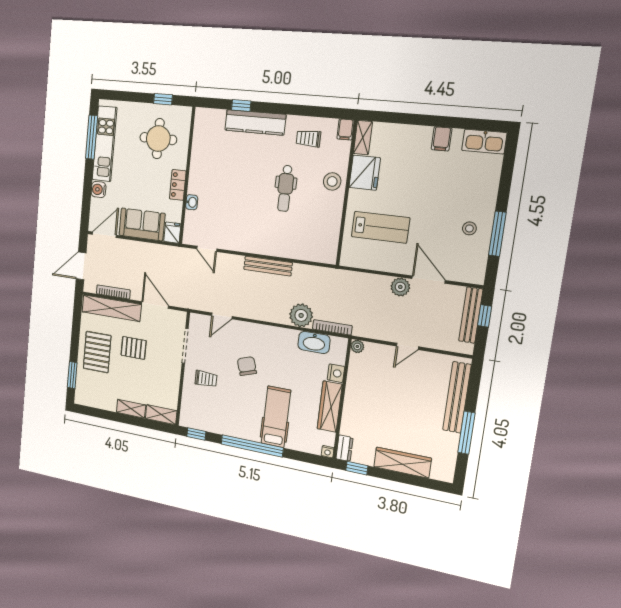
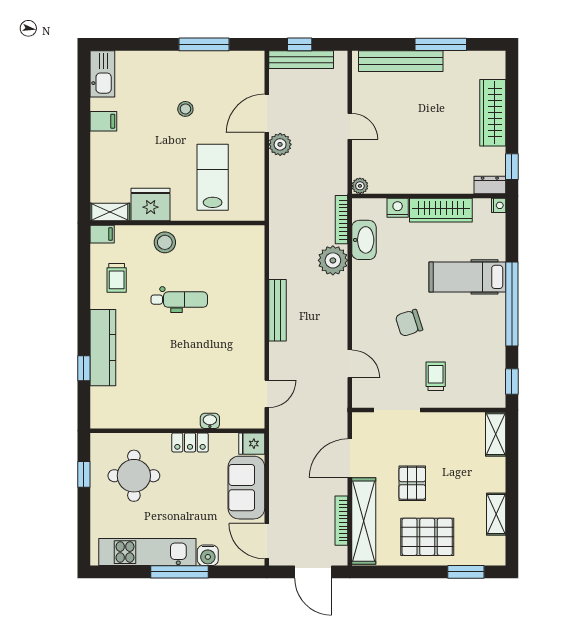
window: (92, 137) -> (180, 572), moved
stool: (469, 228) -> (185, 109), moved
shelving: (131, 409) -> (496, 514), moved

